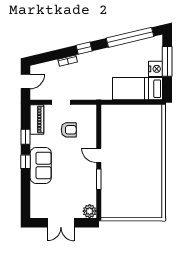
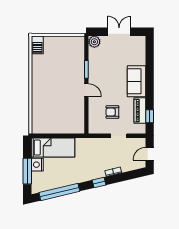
piano: (37, 120) -> (140, 111), moved
window: (26, 137) -> (150, 116), moved
window: (26, 162) -> (150, 84), removed
barbecue: (156, 208) -> (37, 45), added

